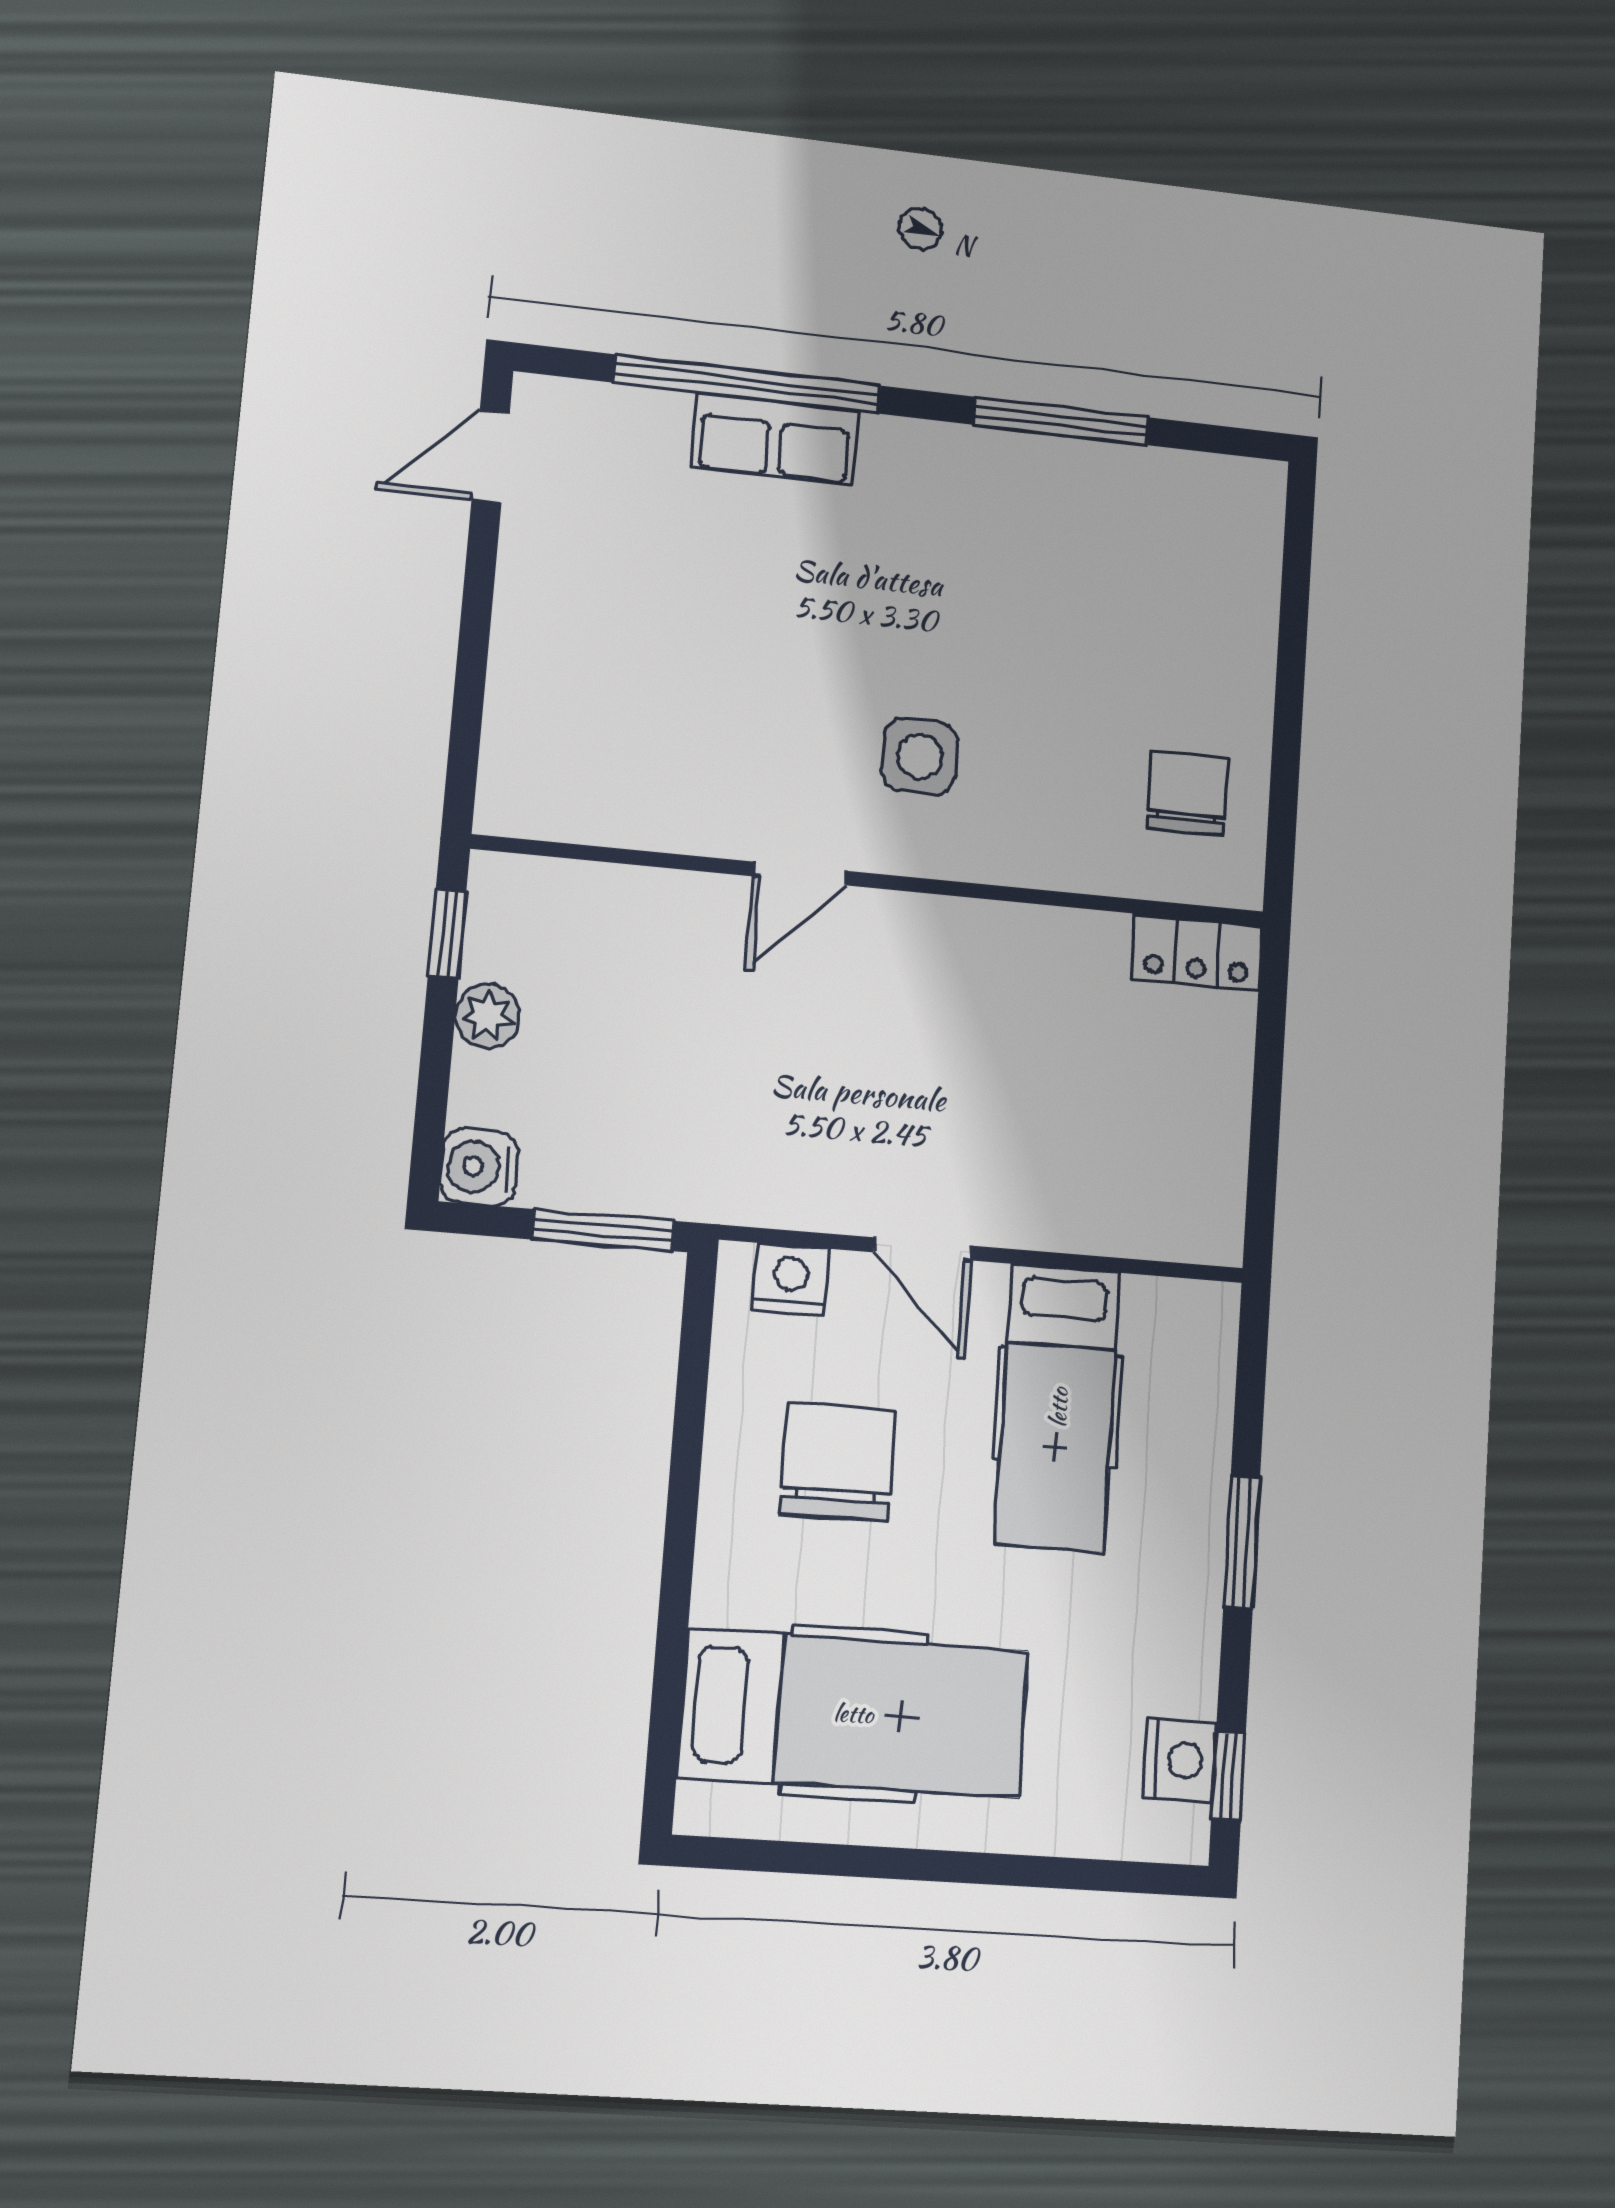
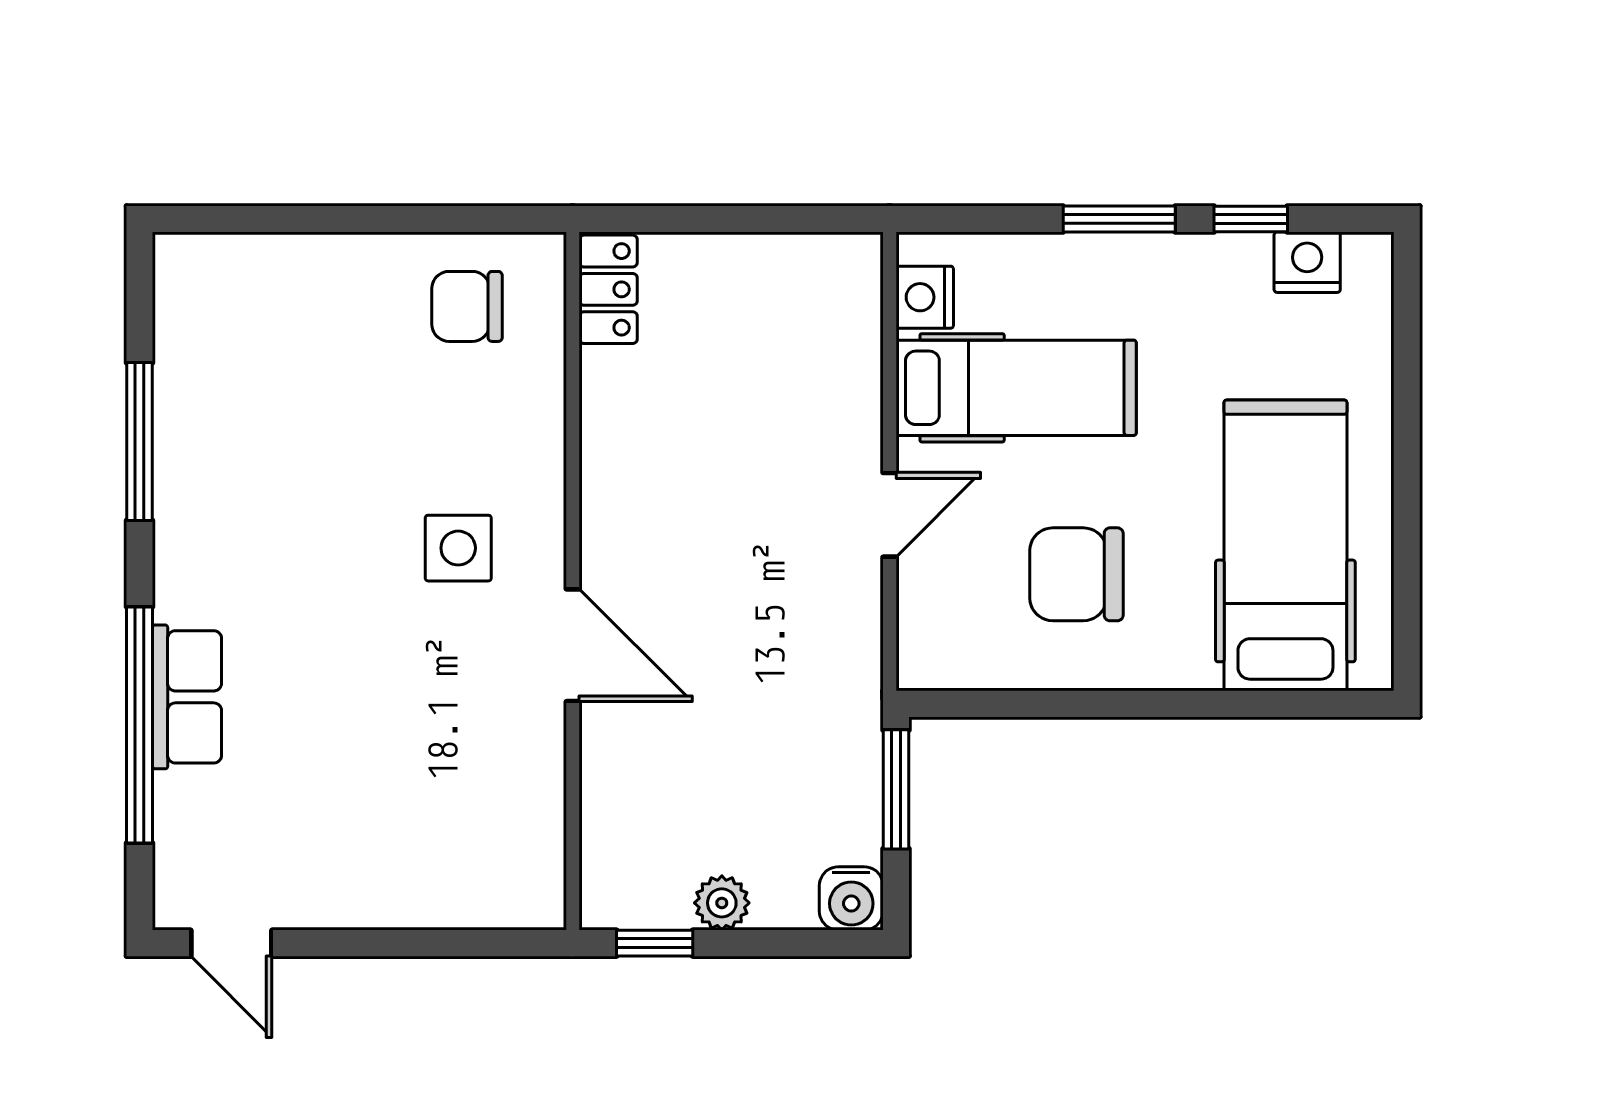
door: (800, 874) -> (573, 645), width x1.38
nightstand: (791, 1279) -> (925, 297), moved
window: (1228, 1776) -> (1251, 219), moved

